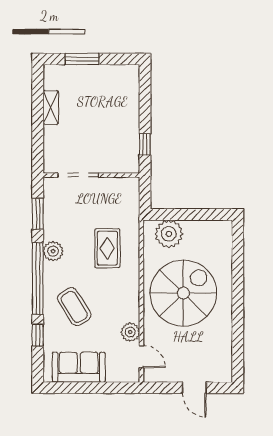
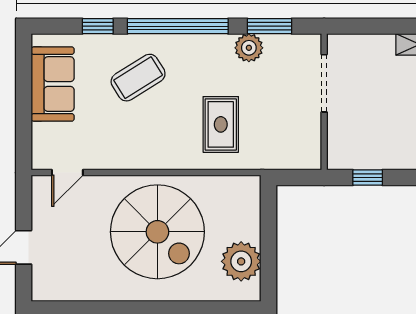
plant: (169, 234) -> (241, 261), moved
rug: (107, 248) -> (221, 124), turned 90
plant: (53, 251) -> (249, 48), moved
plant: (130, 332) -> (102, 157), removed

